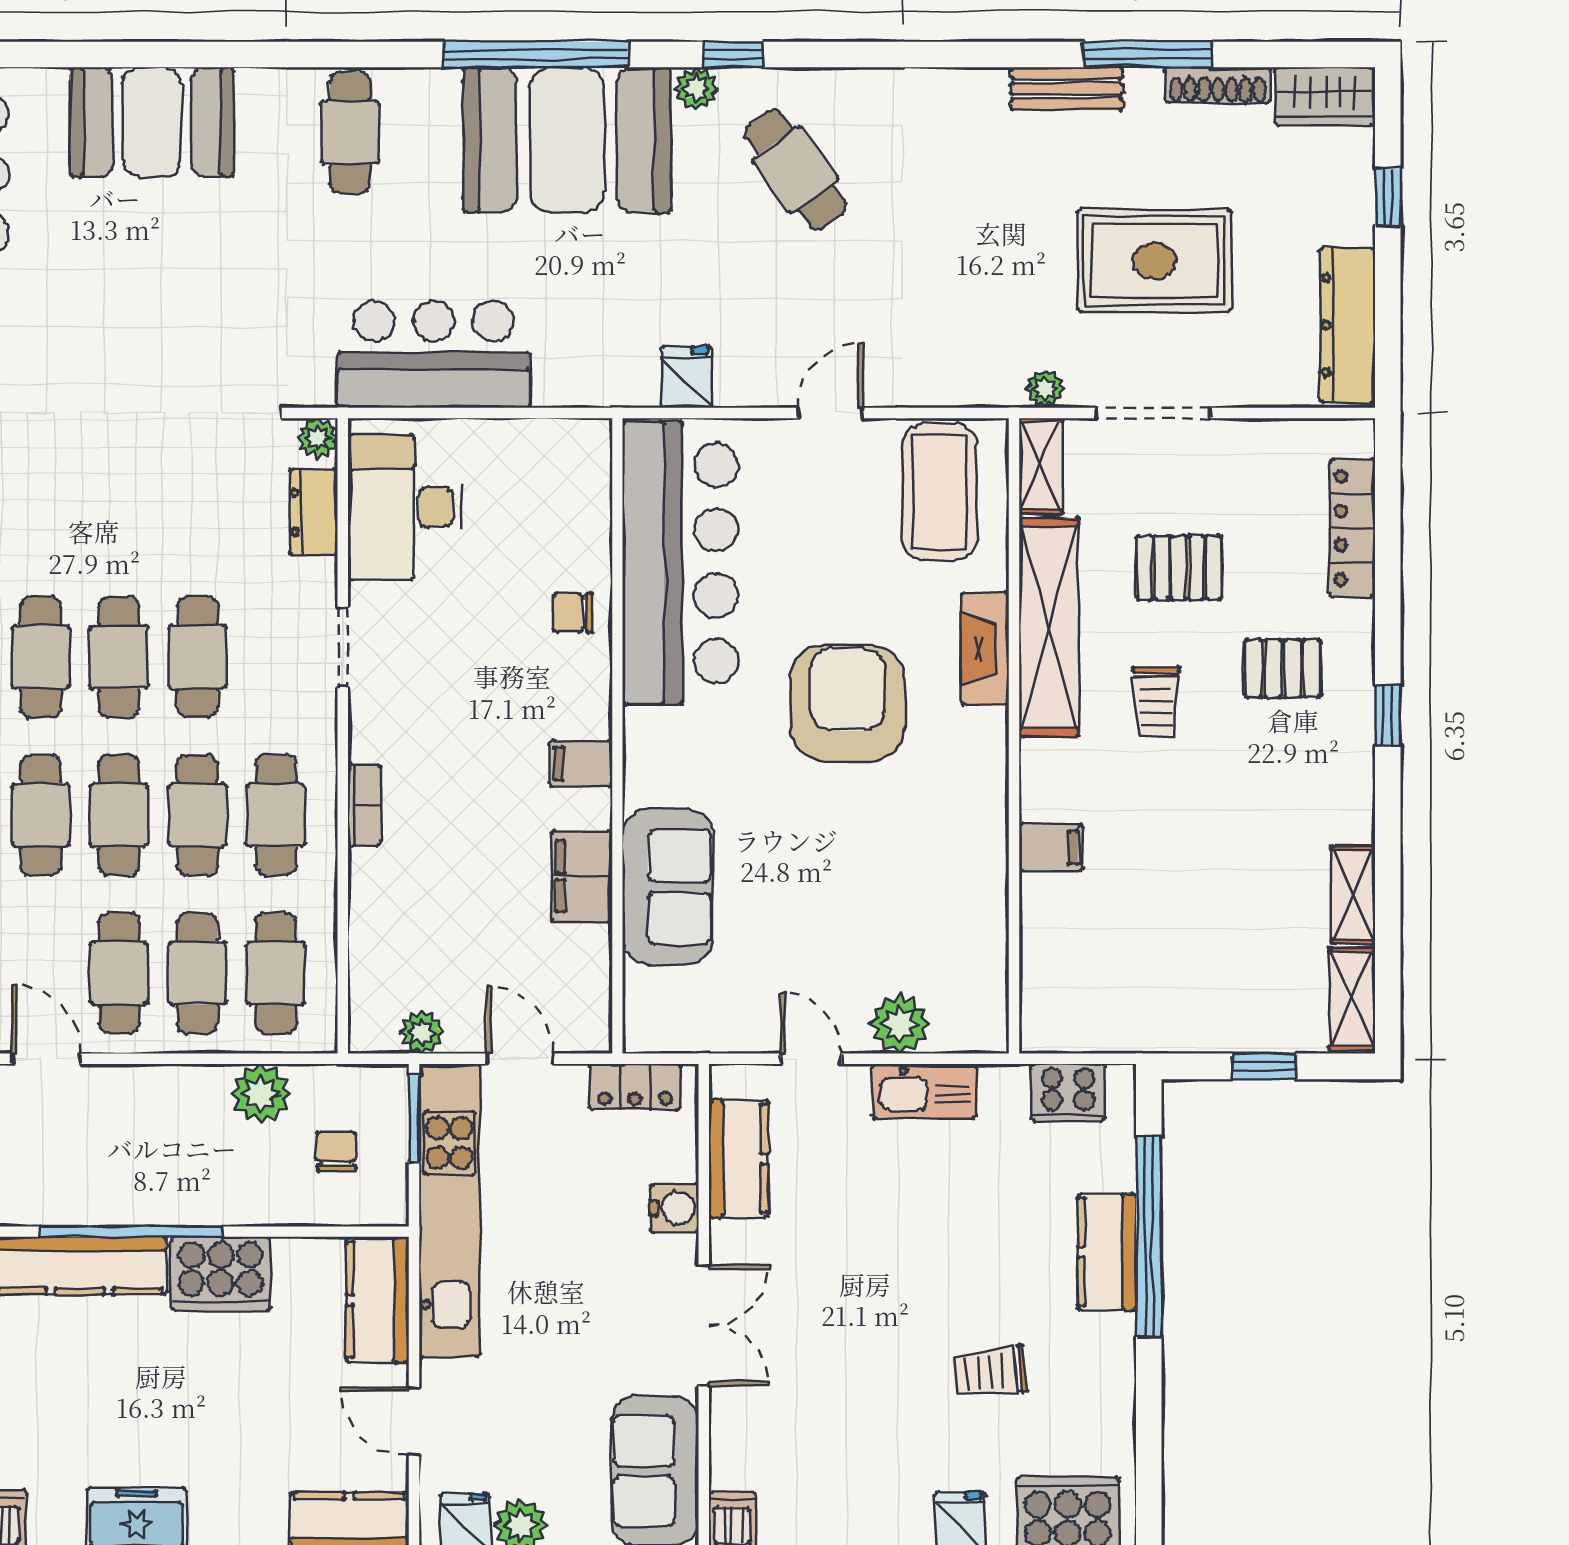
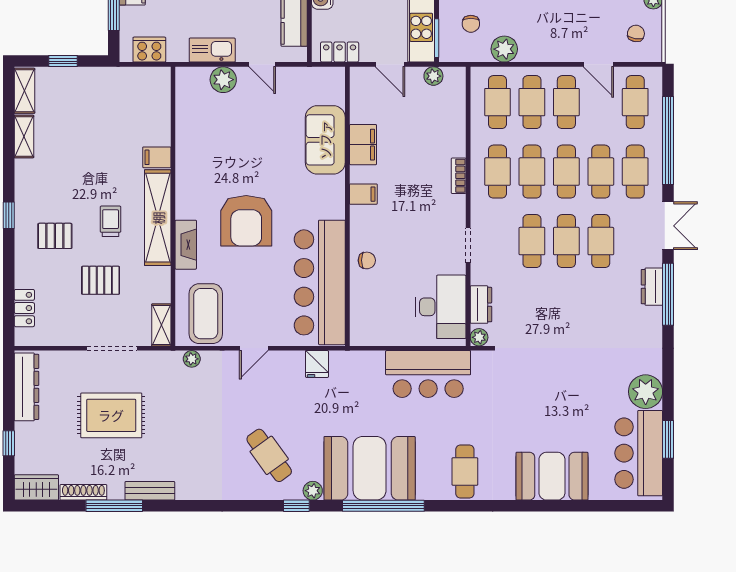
plant: (1045, 389) -> (192, 359), moved
locker: (1352, 528) -> (24, 308), width x0.66
shelving: (1049, 627) -> (158, 218), moved

